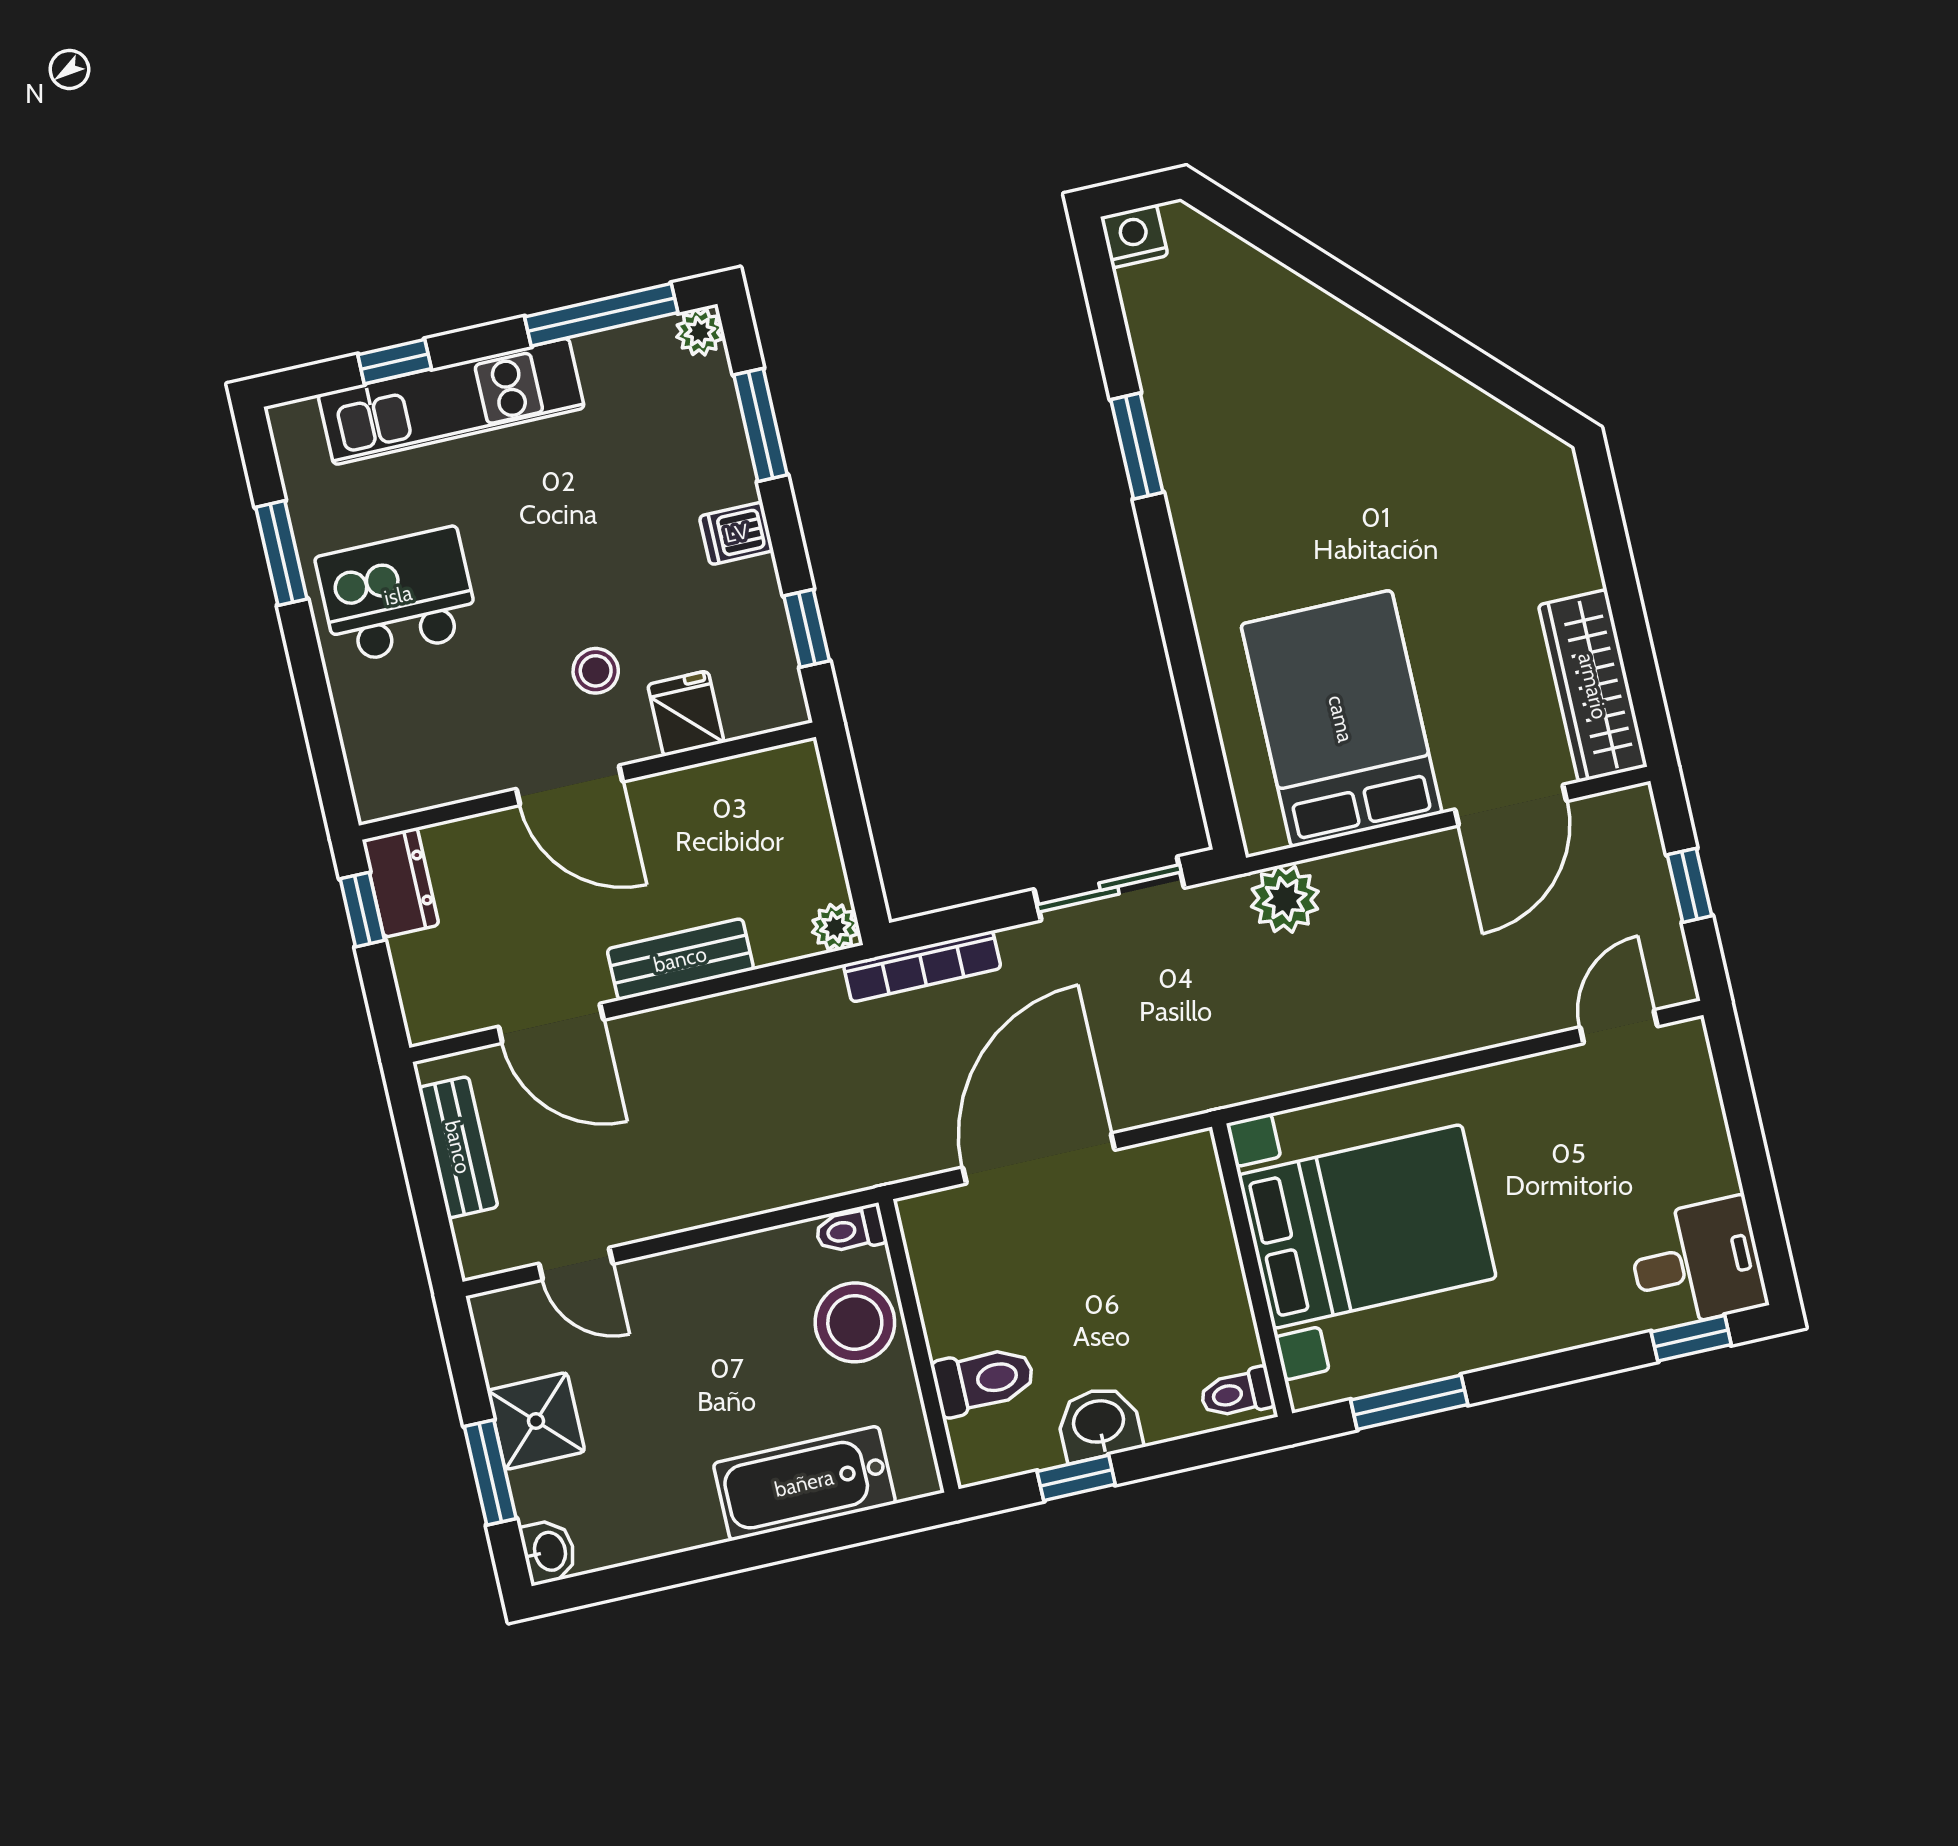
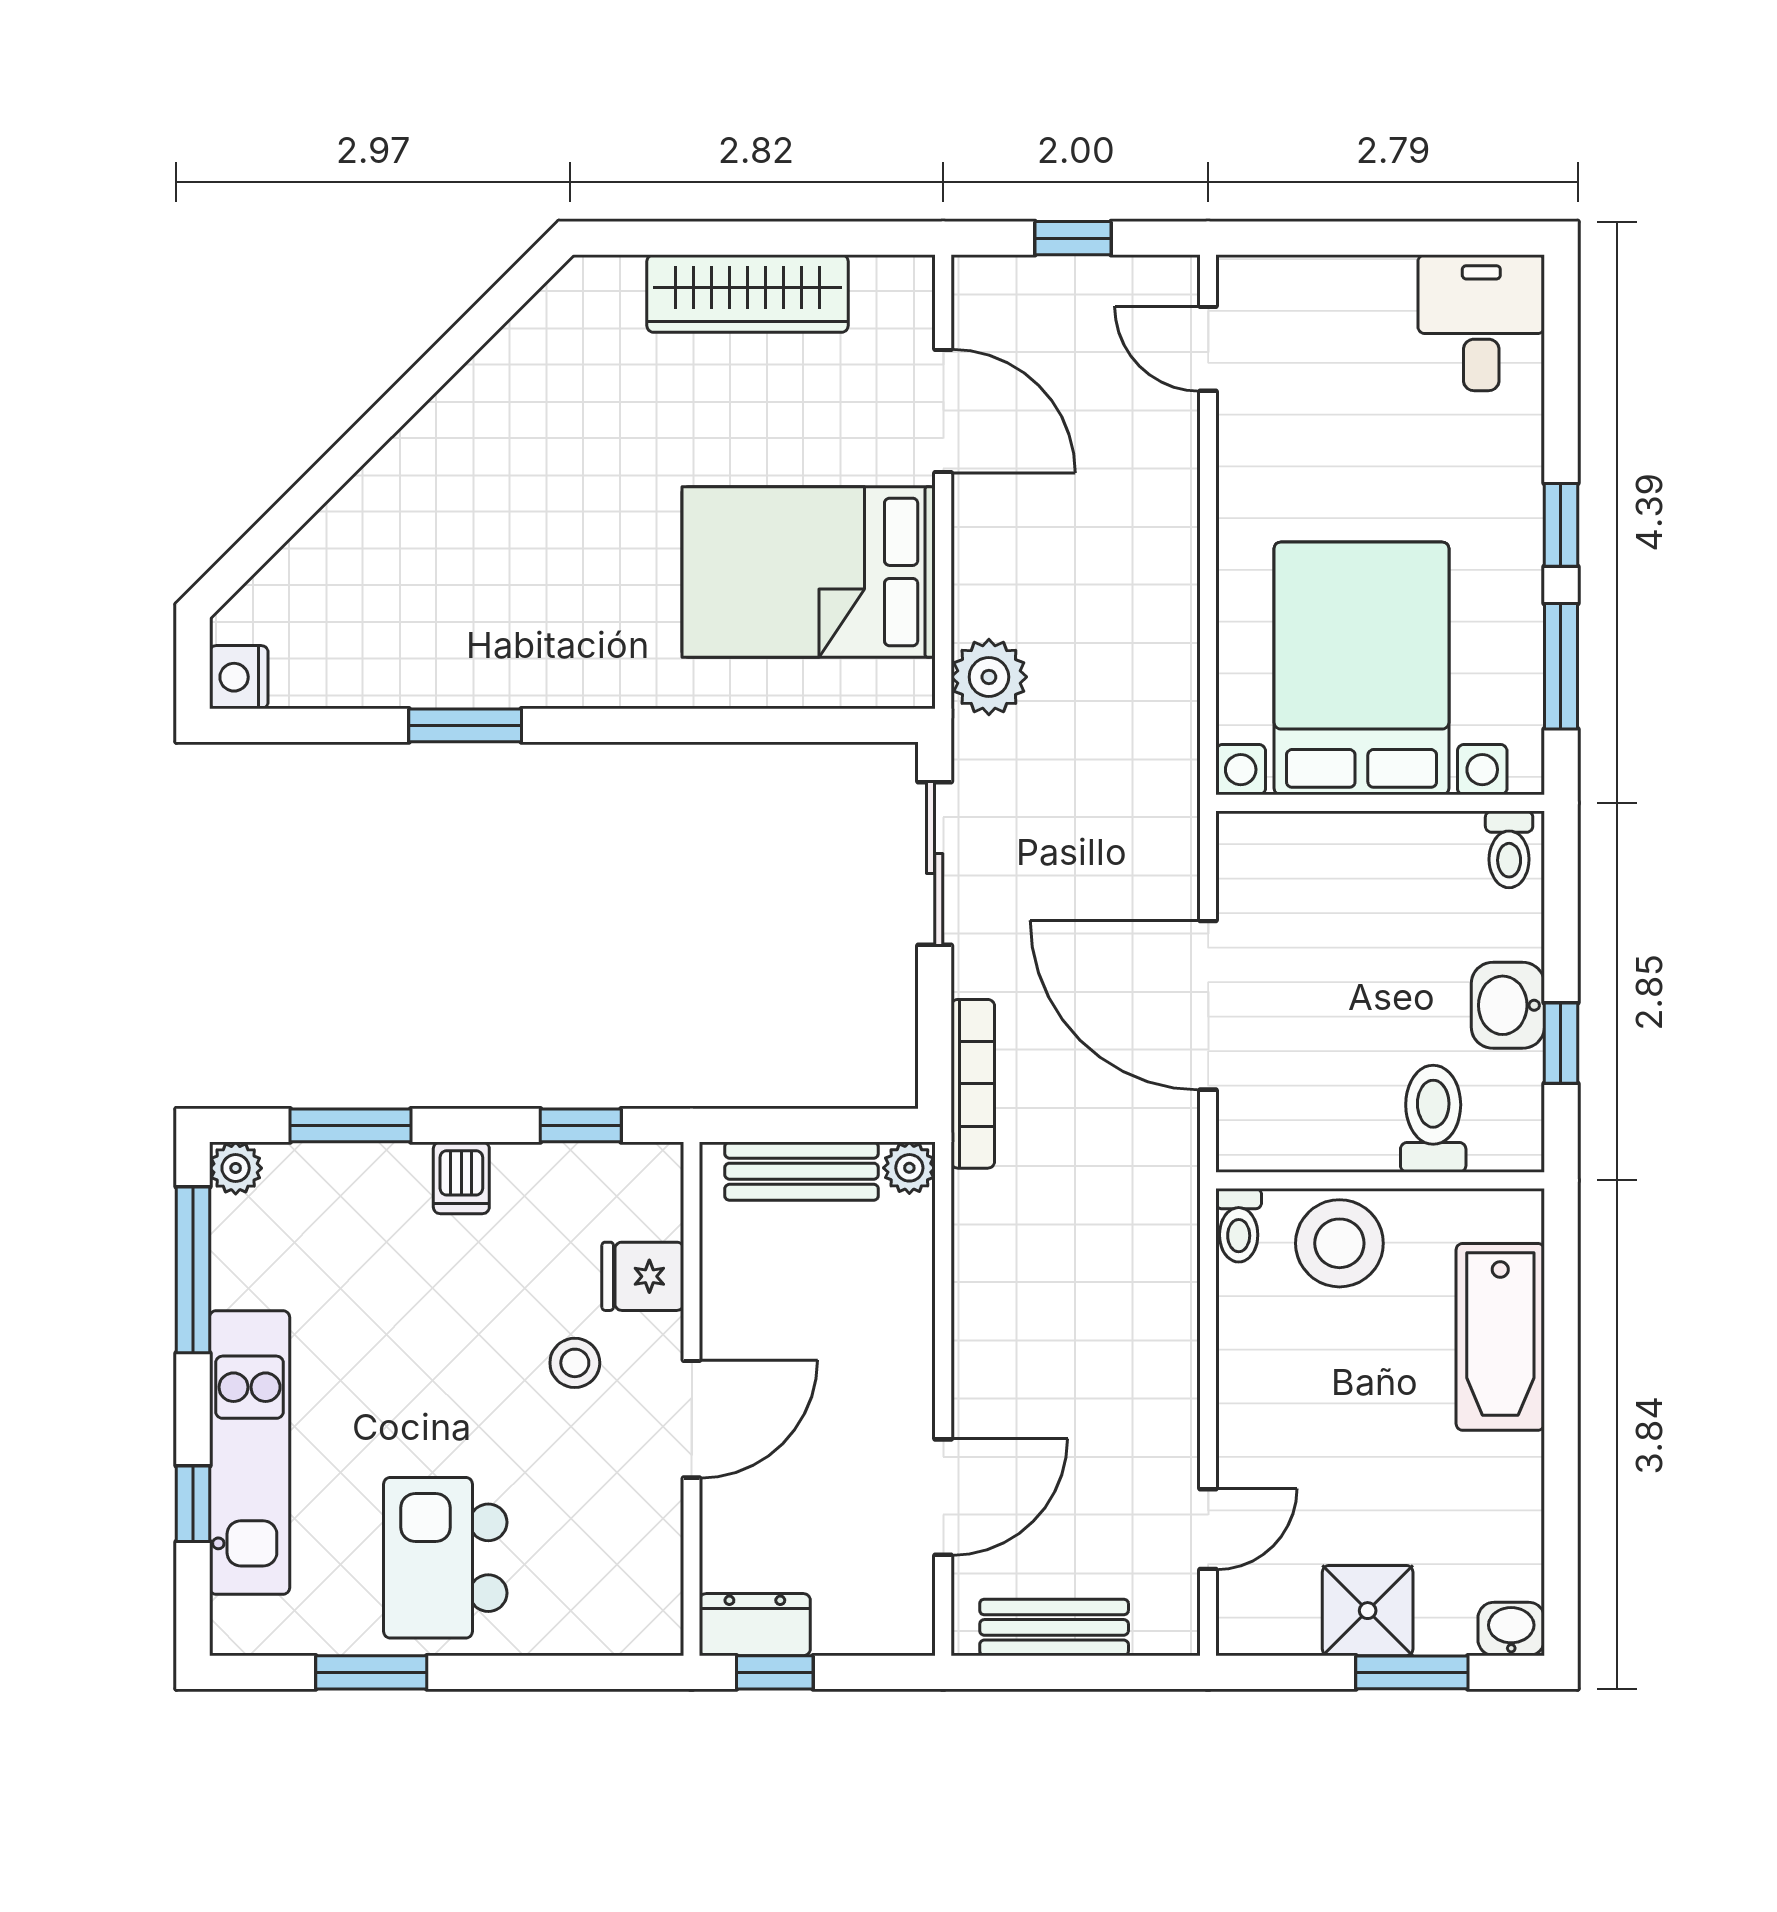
wardrobe: (1593, 686) -> (748, 294), moved
bench: (680, 959) -> (802, 1171), moved, turned 90
window: (1691, 1338) -> (1561, 525), moved

